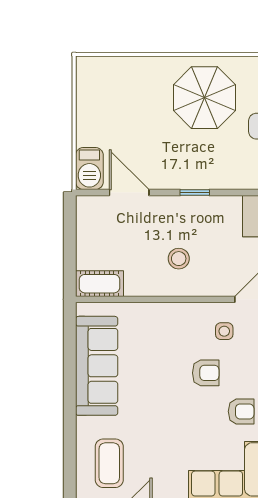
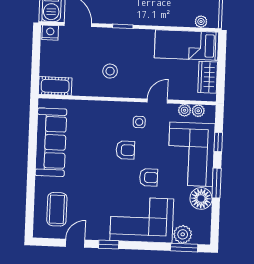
nightstand: (89, 206) -> (50, 33), added

